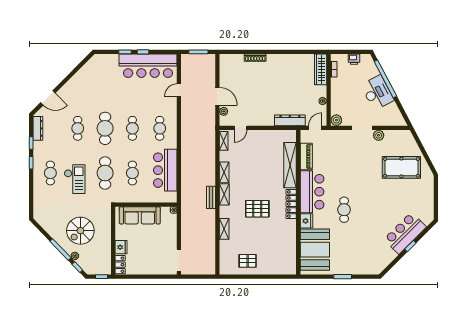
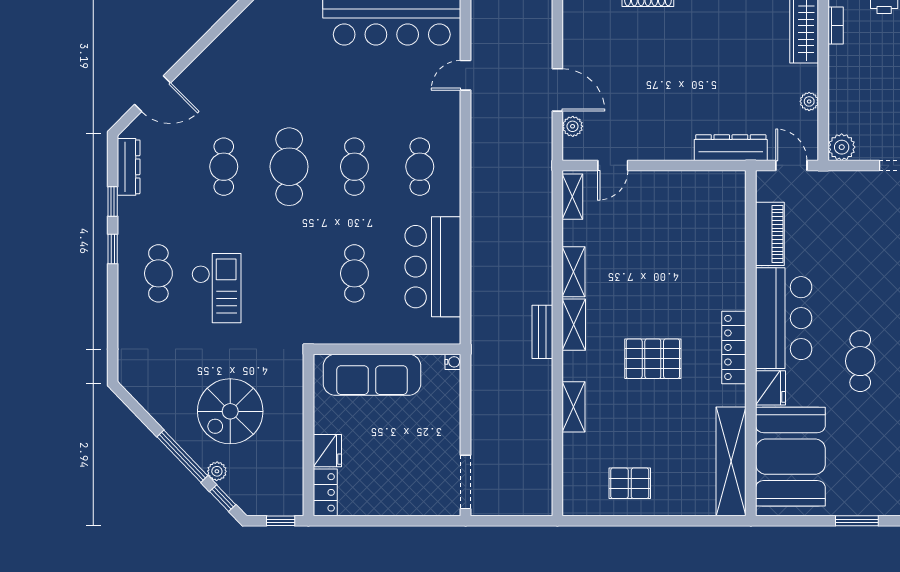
door: (315, 128) -> (791, 165), hinge flipped
shelving: (290, 165) -> (731, 461), moved
cafe table: (105, 173) -> (289, 273), removed

